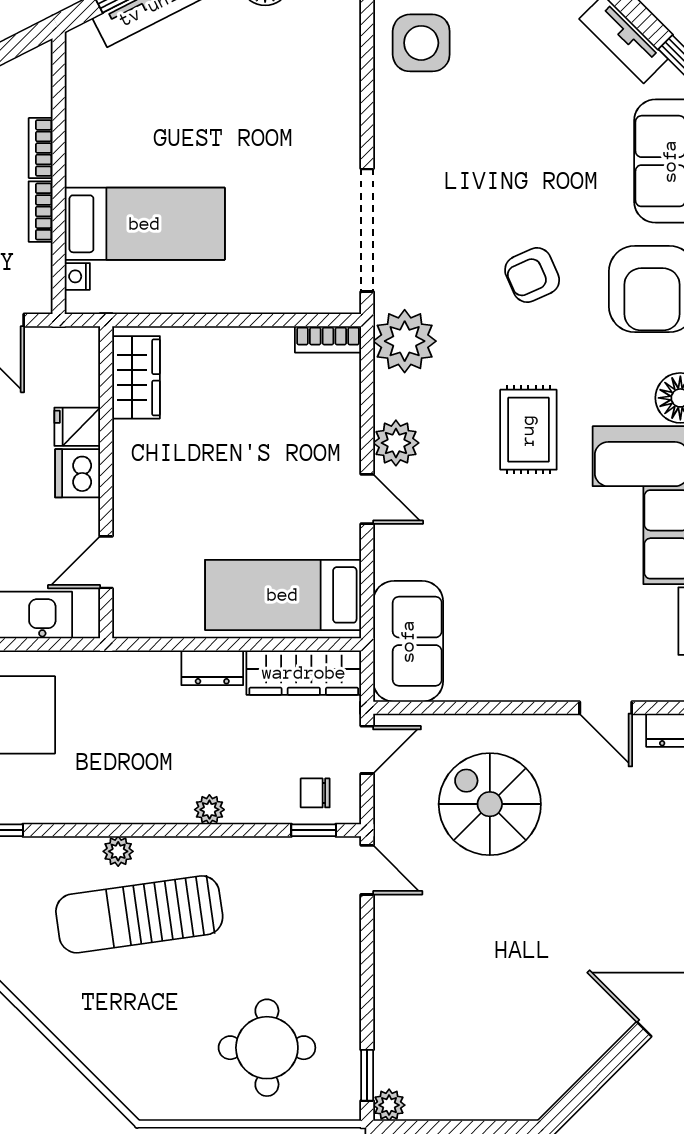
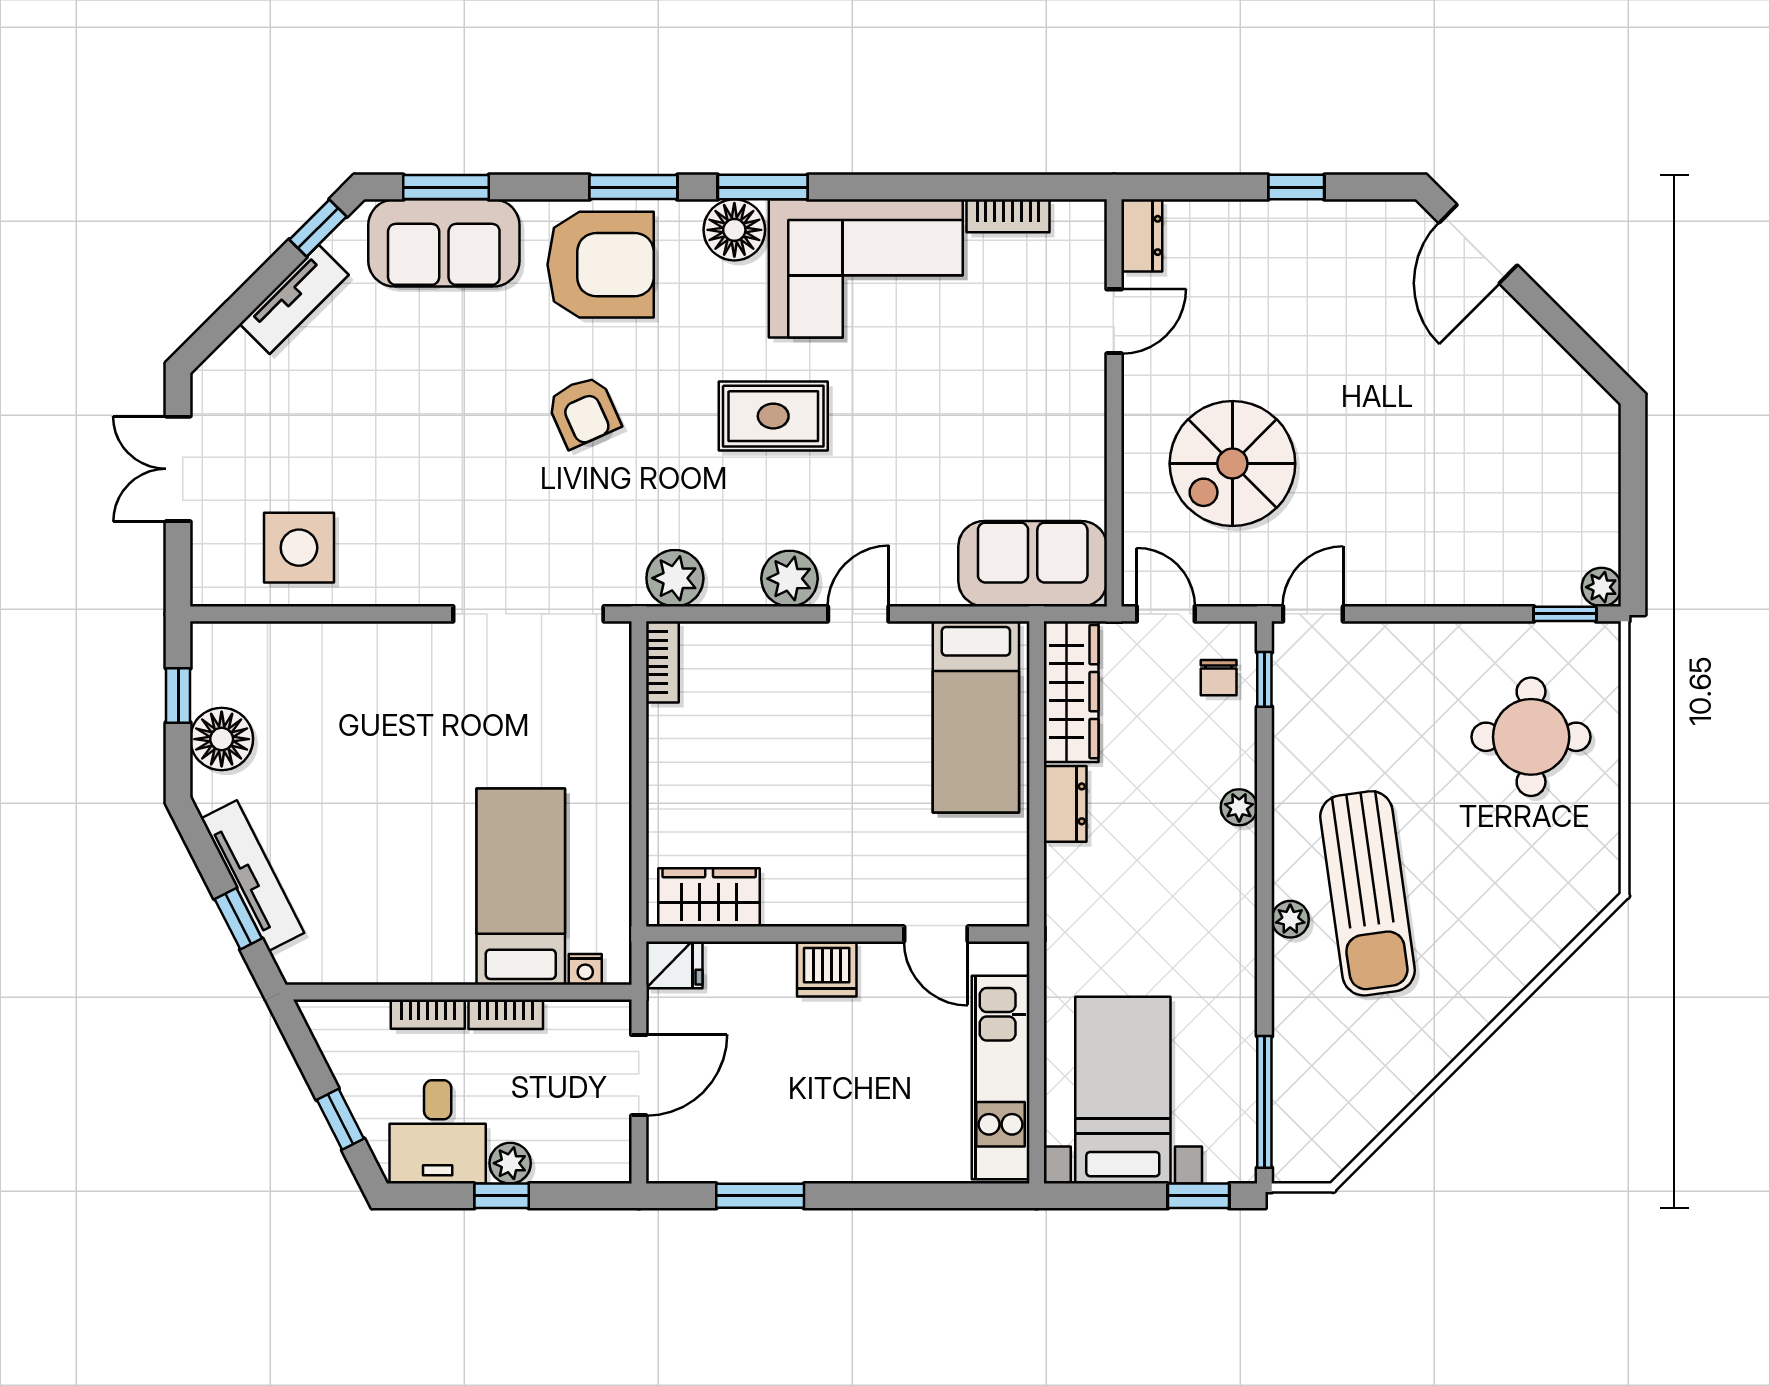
plant: (405, 341) -> (675, 578), width x0.73, depth x0.73
fridge: (77, 427) -> (674, 965), moved, turned -90

